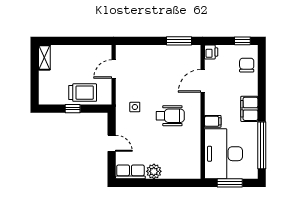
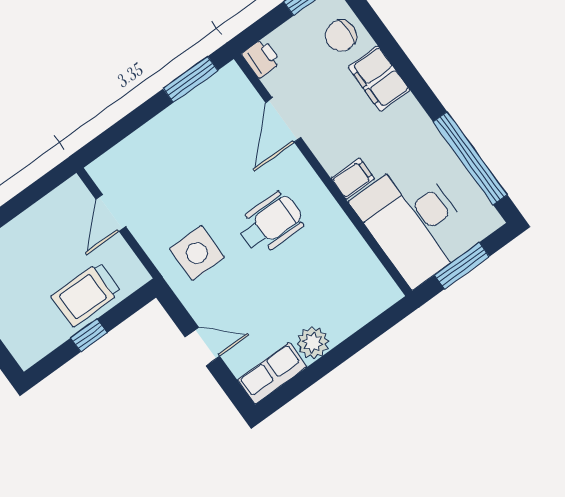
chair: (247, 65) -> (341, 36), turned -89
trolley: (83, 93) -> (86, 294), turned 180
side table: (135, 107) -> (197, 253), width x1.87, depth x1.87
filing cabinet: (249, 109) -> (379, 79), moved

